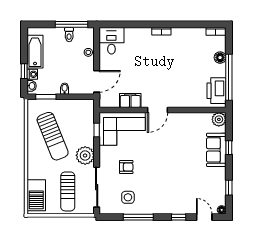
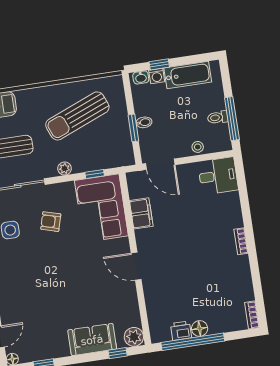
floor lamp: (220, 58) -> (200, 329), moved
printer: (217, 91) -> (181, 331), width x0.53, depth x0.68
window: (46, 97) -> (133, 128), moved
door: (158, 110) -> (136, 266), moved
window: (229, 148) -> (118, 353), moved
plant: (85, 155) -> (65, 169), width x0.53, depth x0.53
armchair: (126, 167) -> (51, 222), turned 106

